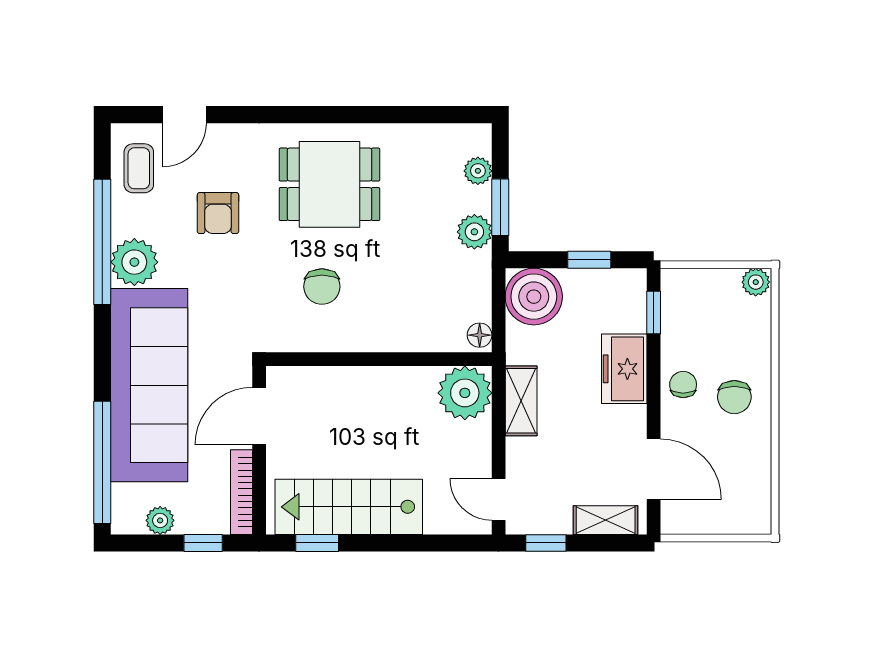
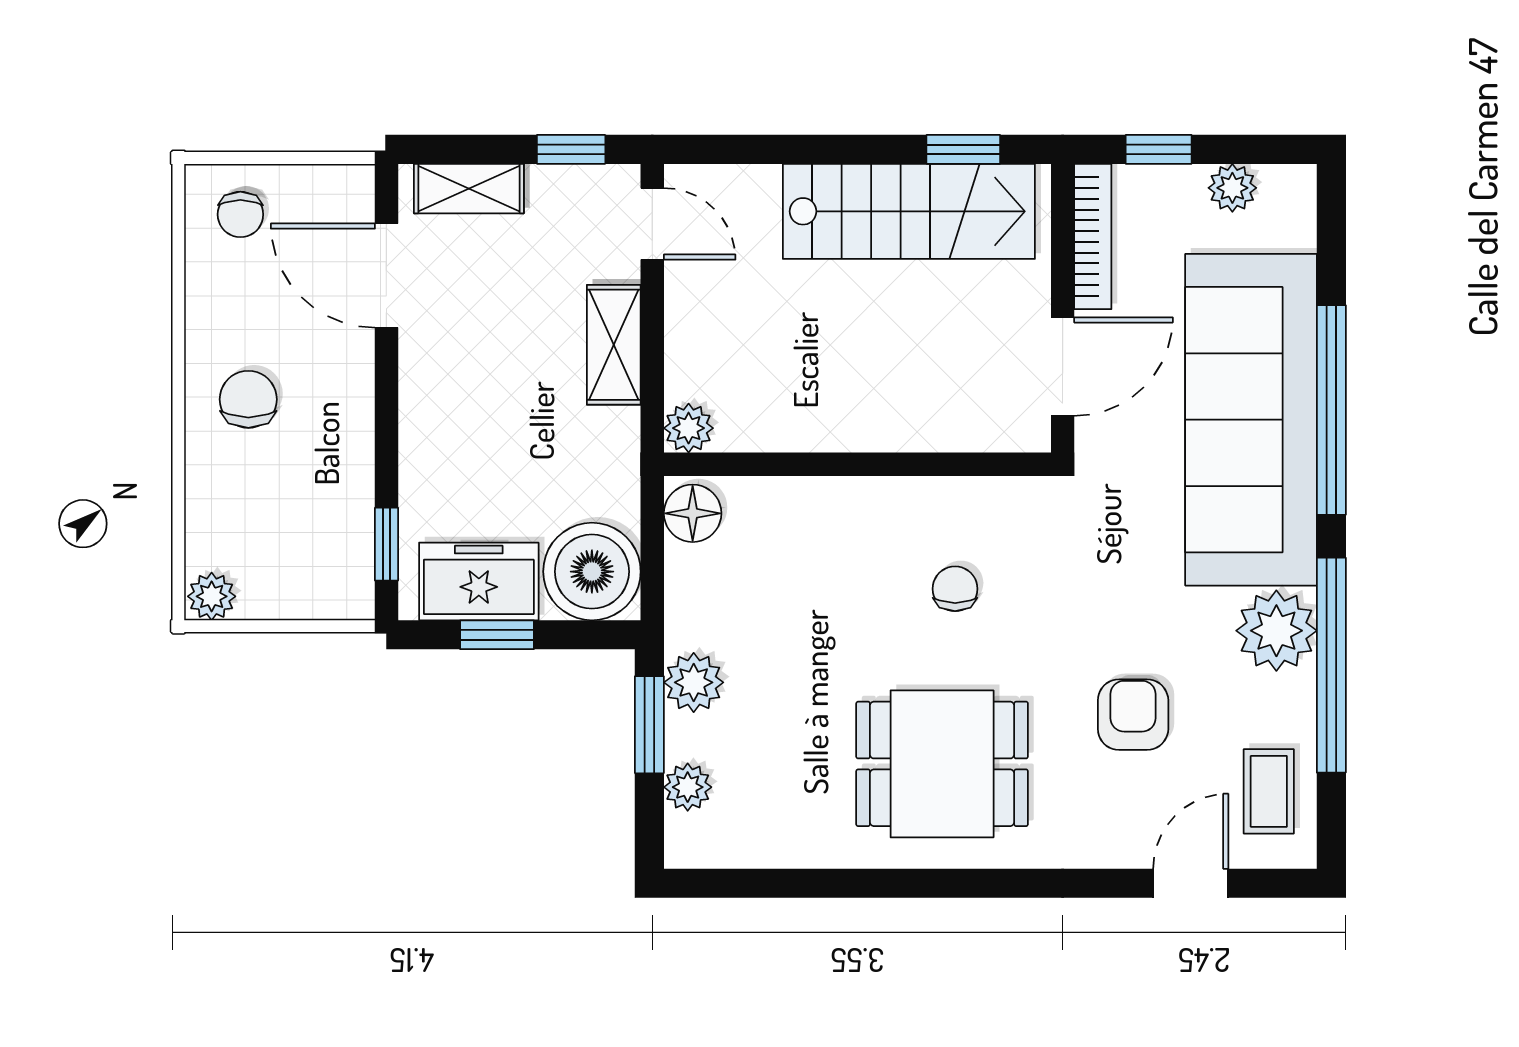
chair: (322, 287) -> (955, 589), width x0.73, depth x0.73
floor lamp: (480, 335) -> (693, 513), width x1.37, depth x1.37
freezer: (624, 369) -> (479, 581), moved, turned -90
chair: (683, 385) -> (240, 214), moved
plant: (465, 393) -> (689, 428), width x0.53, depth x0.53
shelving: (521, 401) -> (614, 345), moved
window: (102, 462) -> (1331, 410), moved

